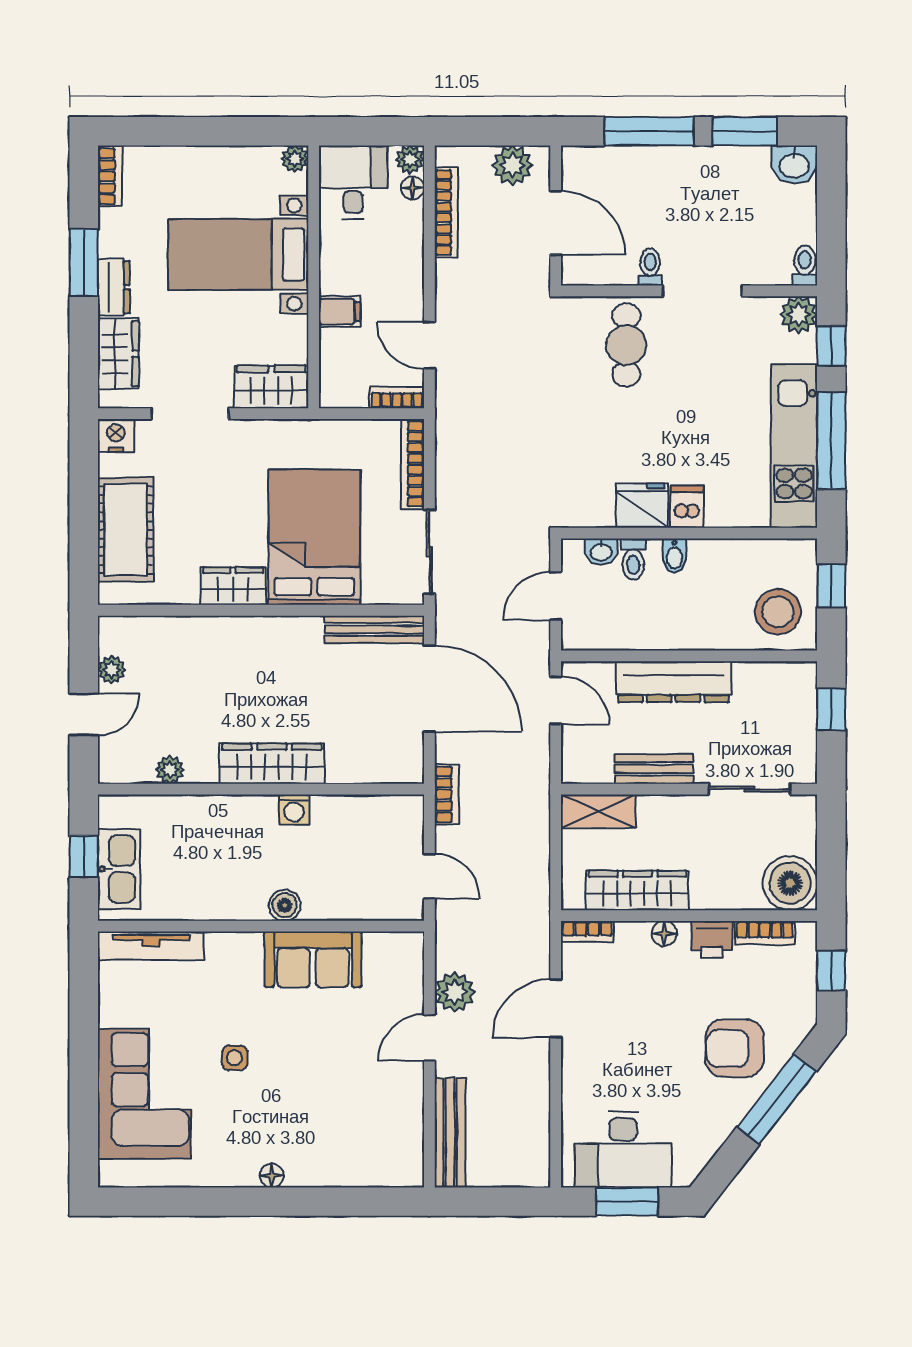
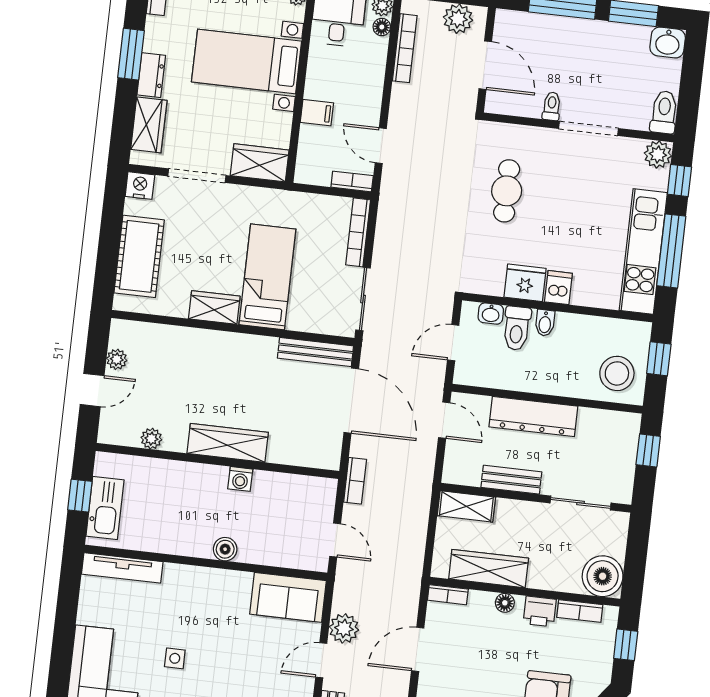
toilet: (805, 265) -> (664, 112), width x1.37, depth x1.39
cafe table: (626, 345) -> (507, 191), moved
bed: (314, 537) -> (267, 277), width x0.67
toilet: (633, 559) -> (517, 328), width x1.37, depth x1.39
sofa: (313, 959) -> (288, 597), moved

